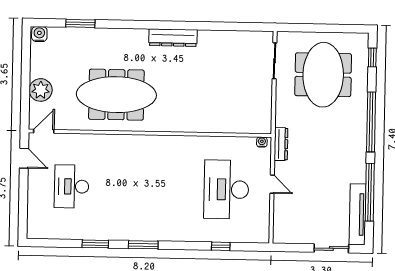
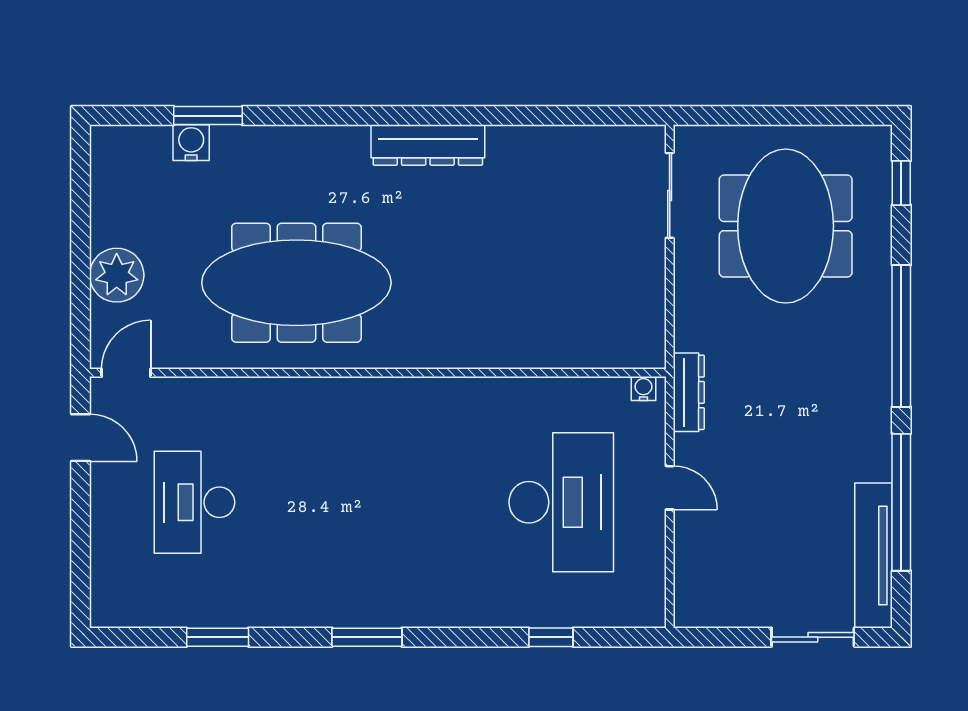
water cooler: (39, 34) -> (191, 143), moved
desk: (226, 189) -> (561, 502), turned 180
window: (95, 244) -> (218, 637), moved

